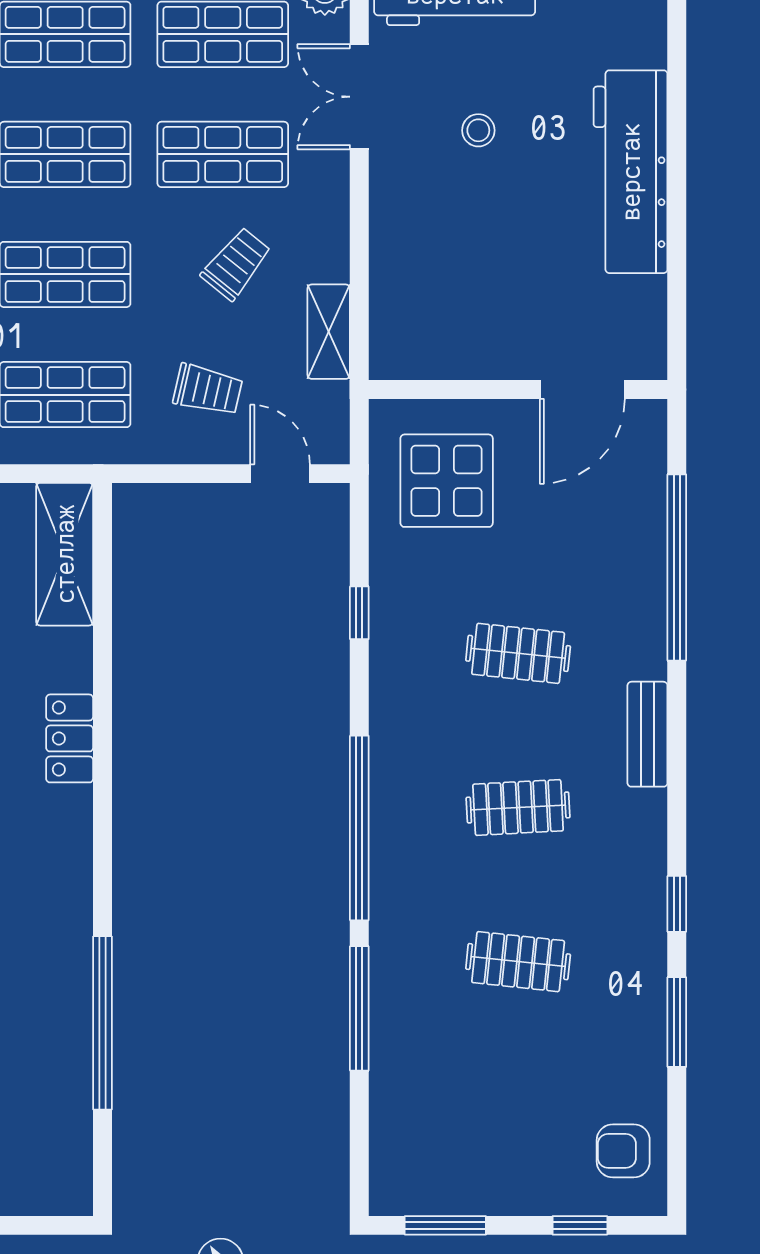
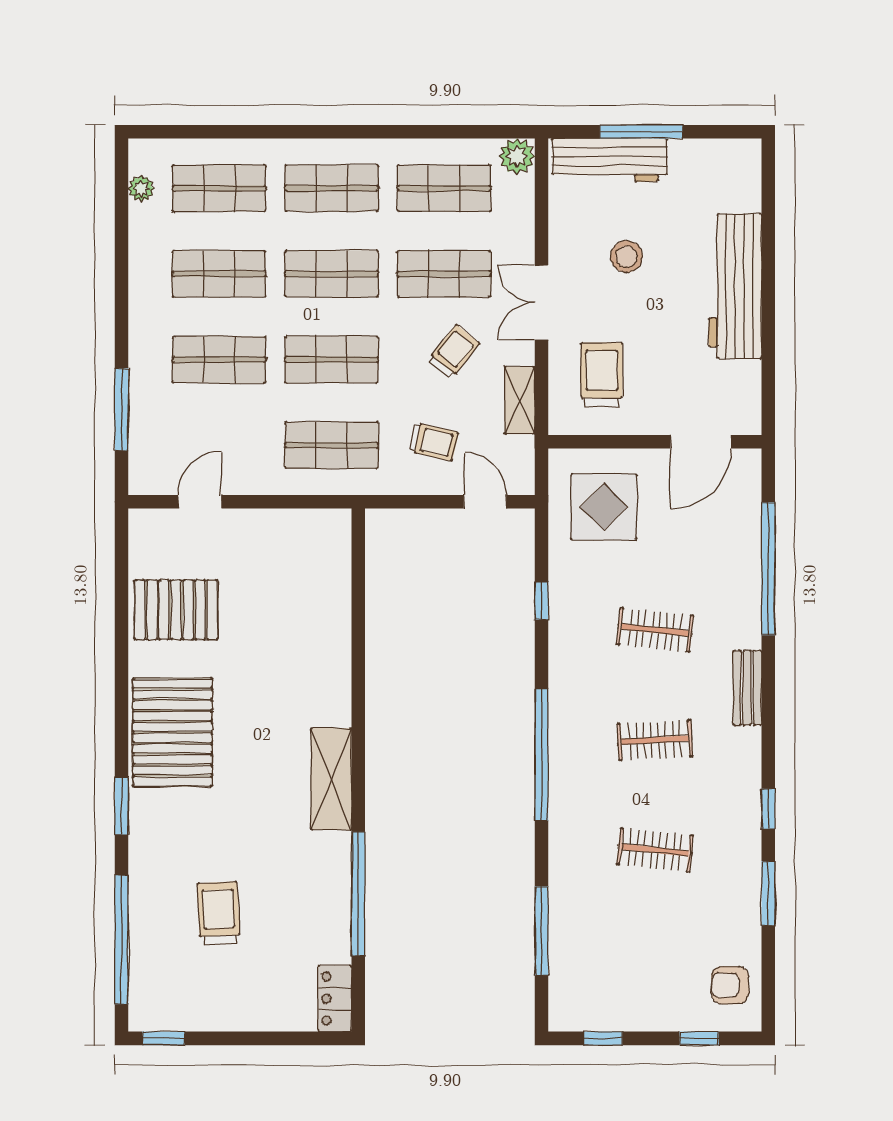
double door: (359, 97) -> (542, 302), moved
stool: (478, 130) -> (627, 257), width x1.37, depth x1.37
trolley: (444, 296) -> (602, 375), added
shelving: (65, 554) -> (331, 779), moved
locker: (70, 738) -> (335, 998), moved
window: (359, 1008) -> (542, 931), moved
window: (445, 1225) -> (603, 1038), width x0.67

